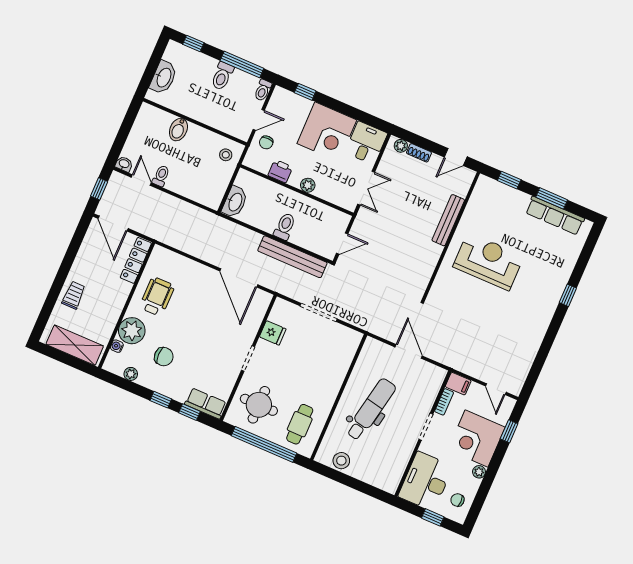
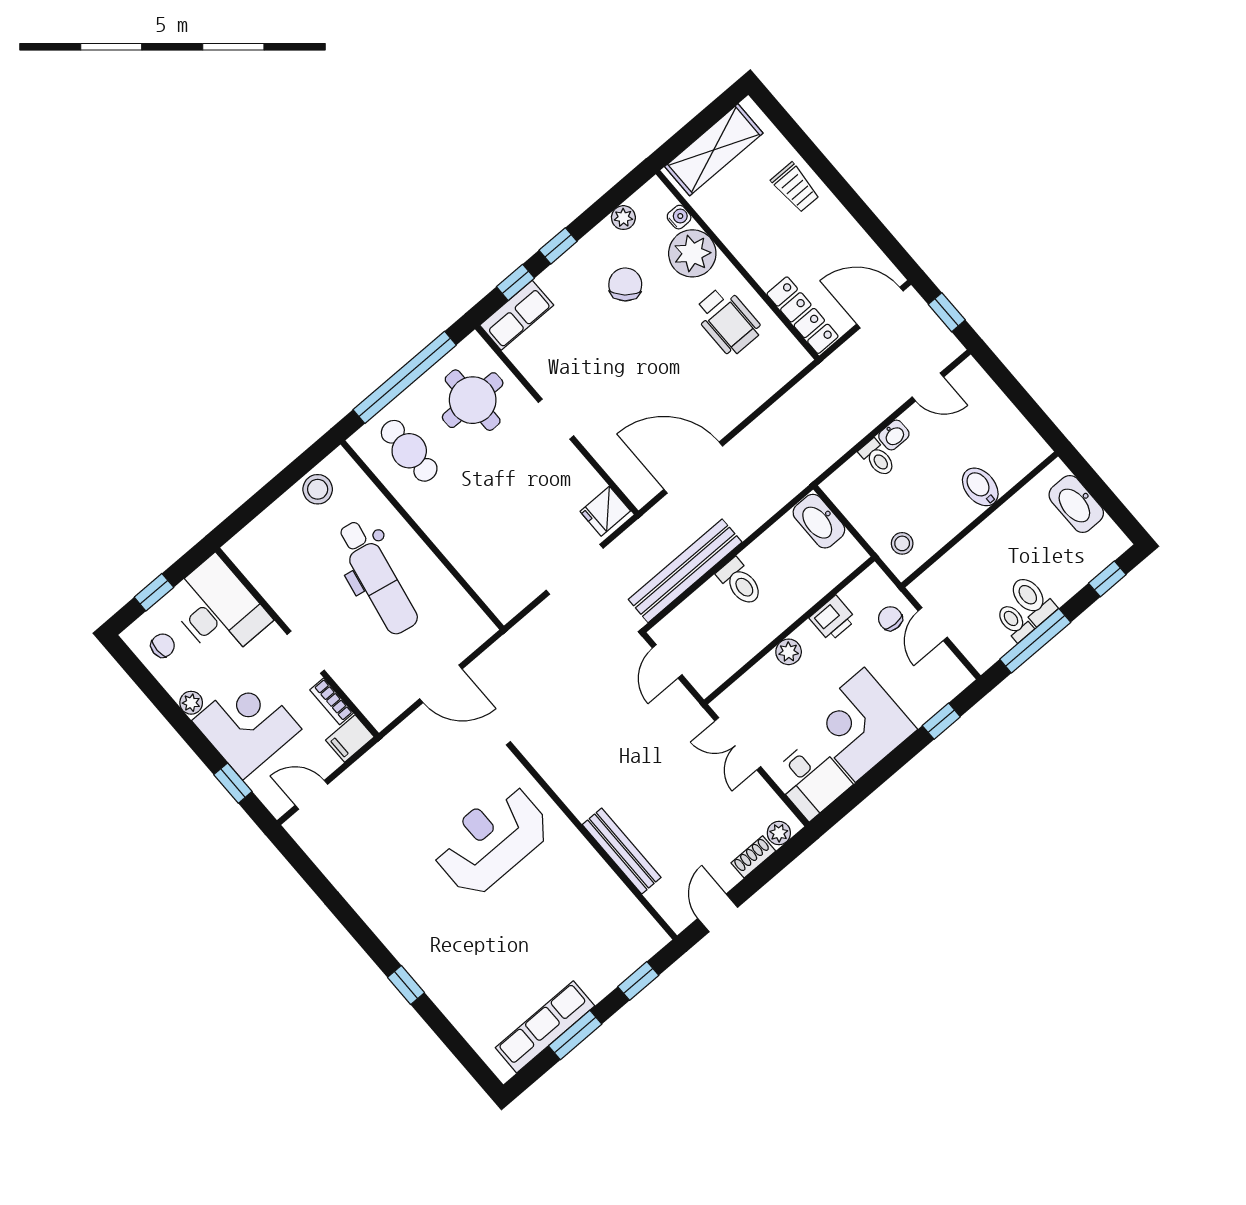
toilet: (263, 90) -> (1014, 622), moved
washbasin: (124, 164) -> (894, 435), moved
toilet: (161, 176) -> (877, 458), moved
reception desk: (488, 261) -> (491, 840), moved, turned 180
fridge: (273, 333) -> (605, 511), moved
chair: (164, 357) -> (625, 284), turned 132

